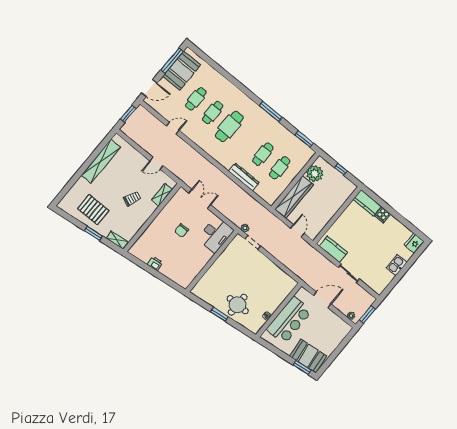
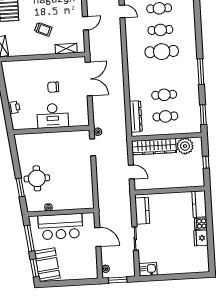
door: (157, 163) -> (85, 23), swing flipped
dresser: (244, 177) -> (136, 116), moved
double door: (200, 199) -> (89, 79), width x1.37
door: (297, 231) -> (131, 172), hinge flipped
desk: (215, 234) -> (53, 116), moved
fridge: (414, 243) -> (201, 238), moved, turned -90
printer: (155, 264) -> (14, 107), moved
kitchen sink: (396, 265) -> (148, 269), moved
window: (219, 314) -> (20, 187), moved
window: (277, 351) -> (29, 238), added

